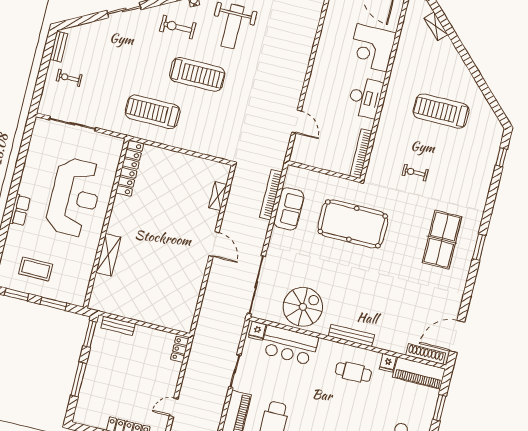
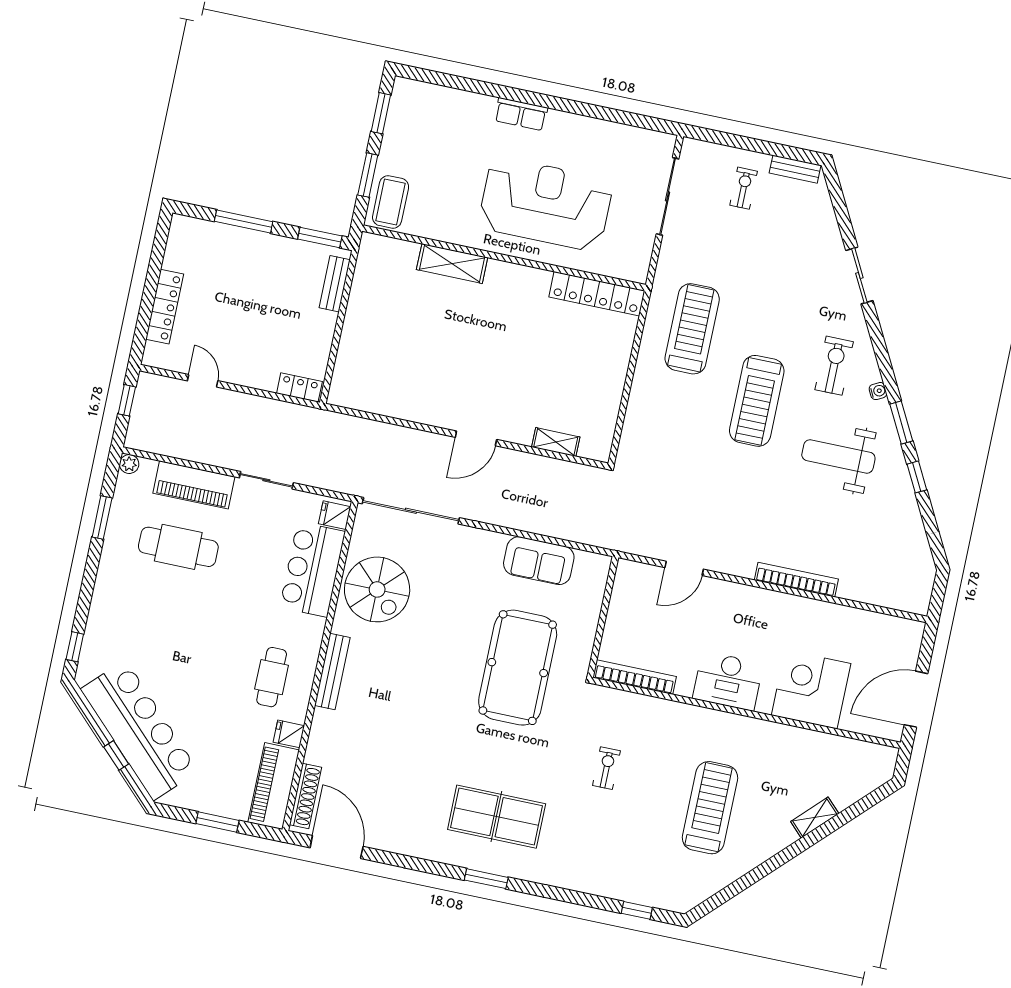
shelving: (436, 26) -> (815, 818), moved
bookcase: (271, 195) -> (796, 580), moved
reception desk: (74, 197) -> (546, 204), turned 180
coffee table: (36, 269) -> (391, 202), moved

